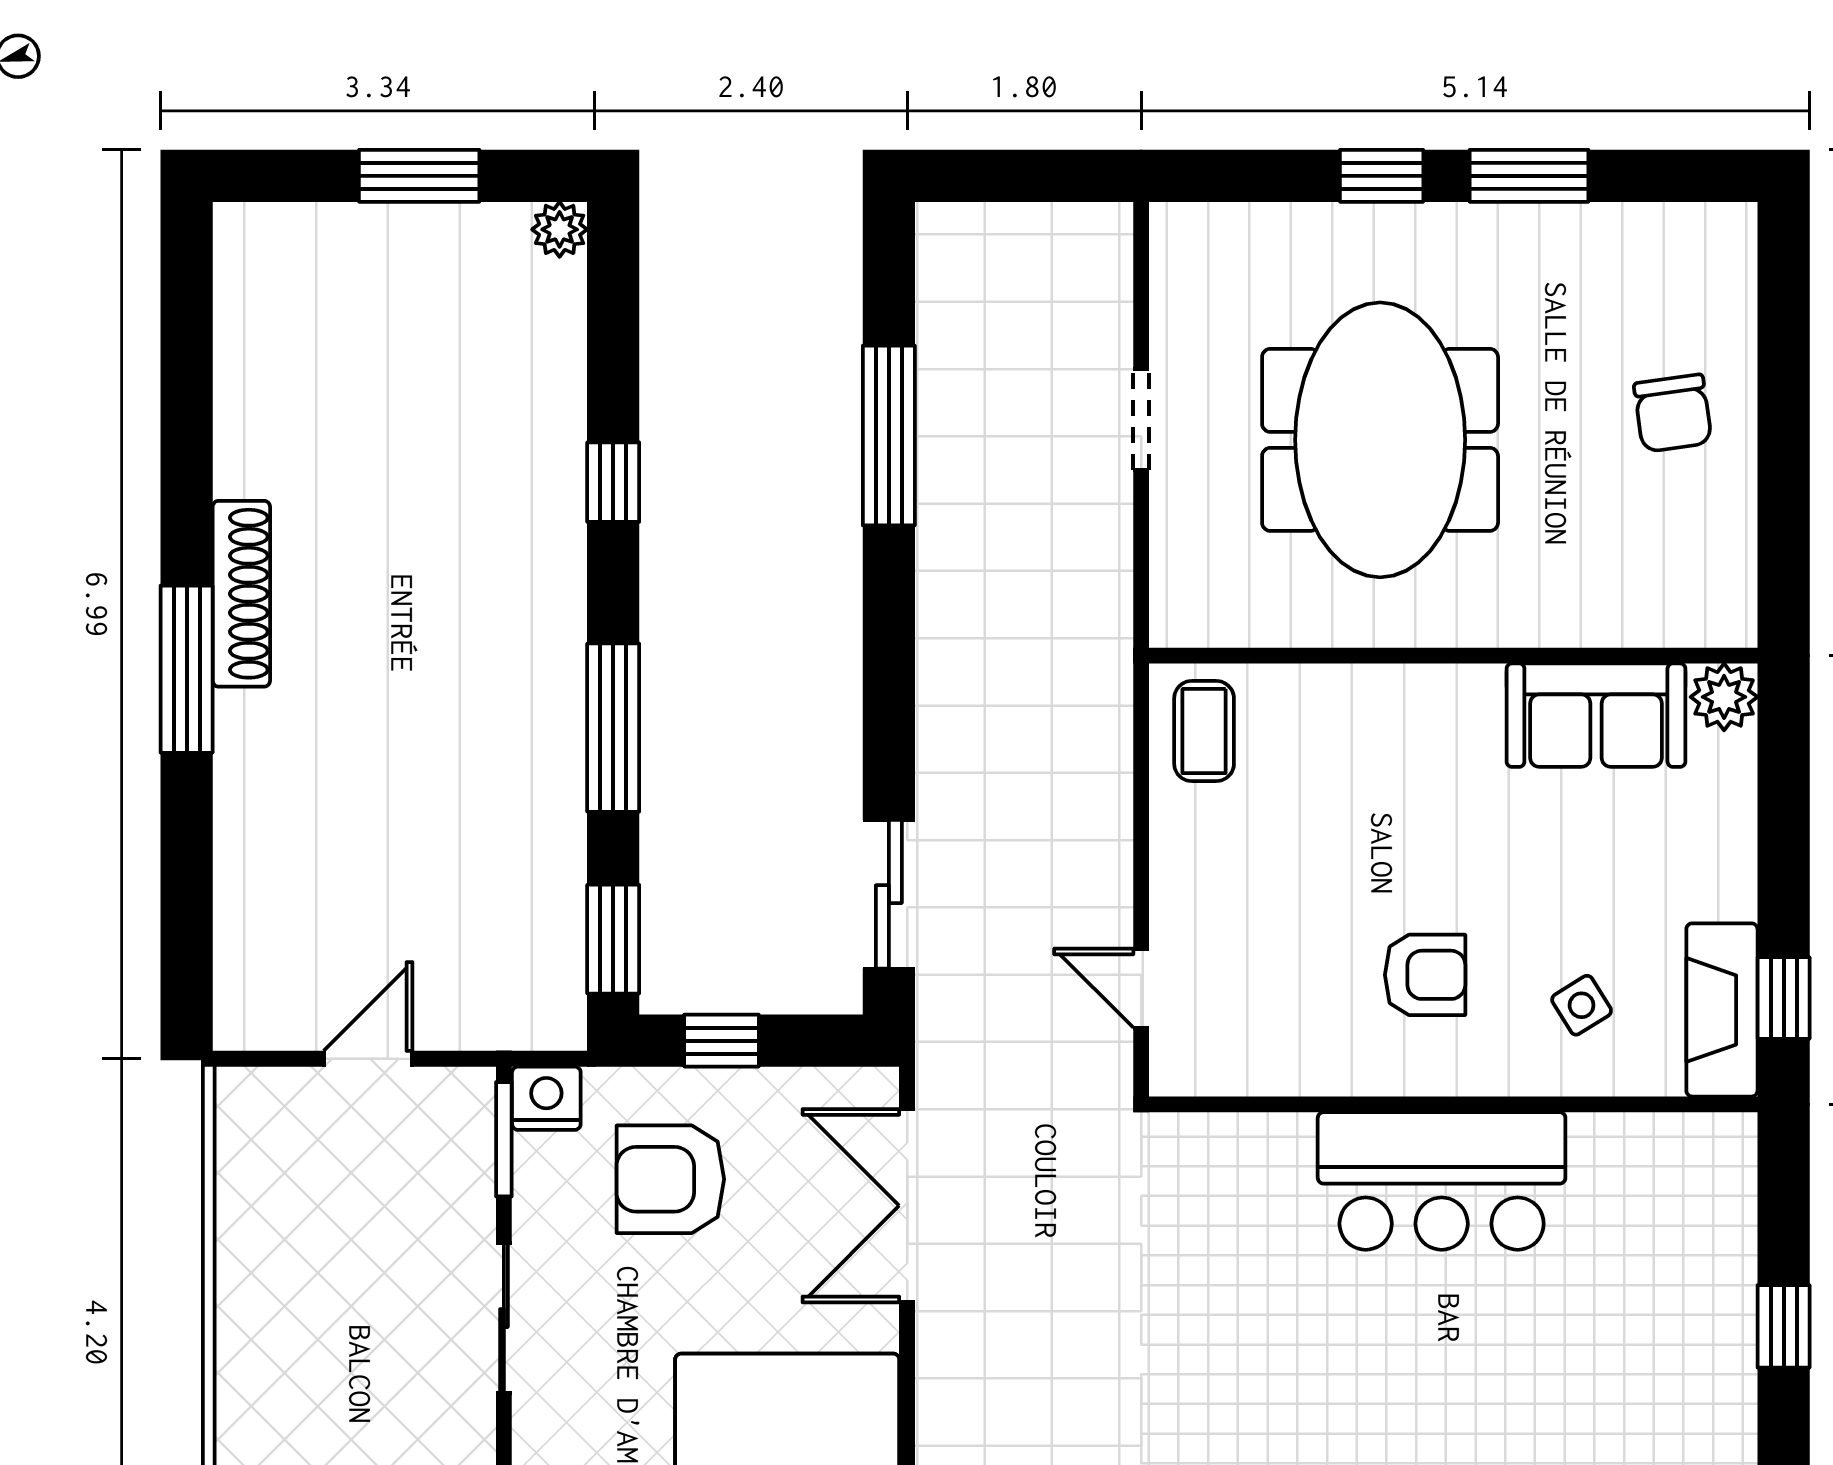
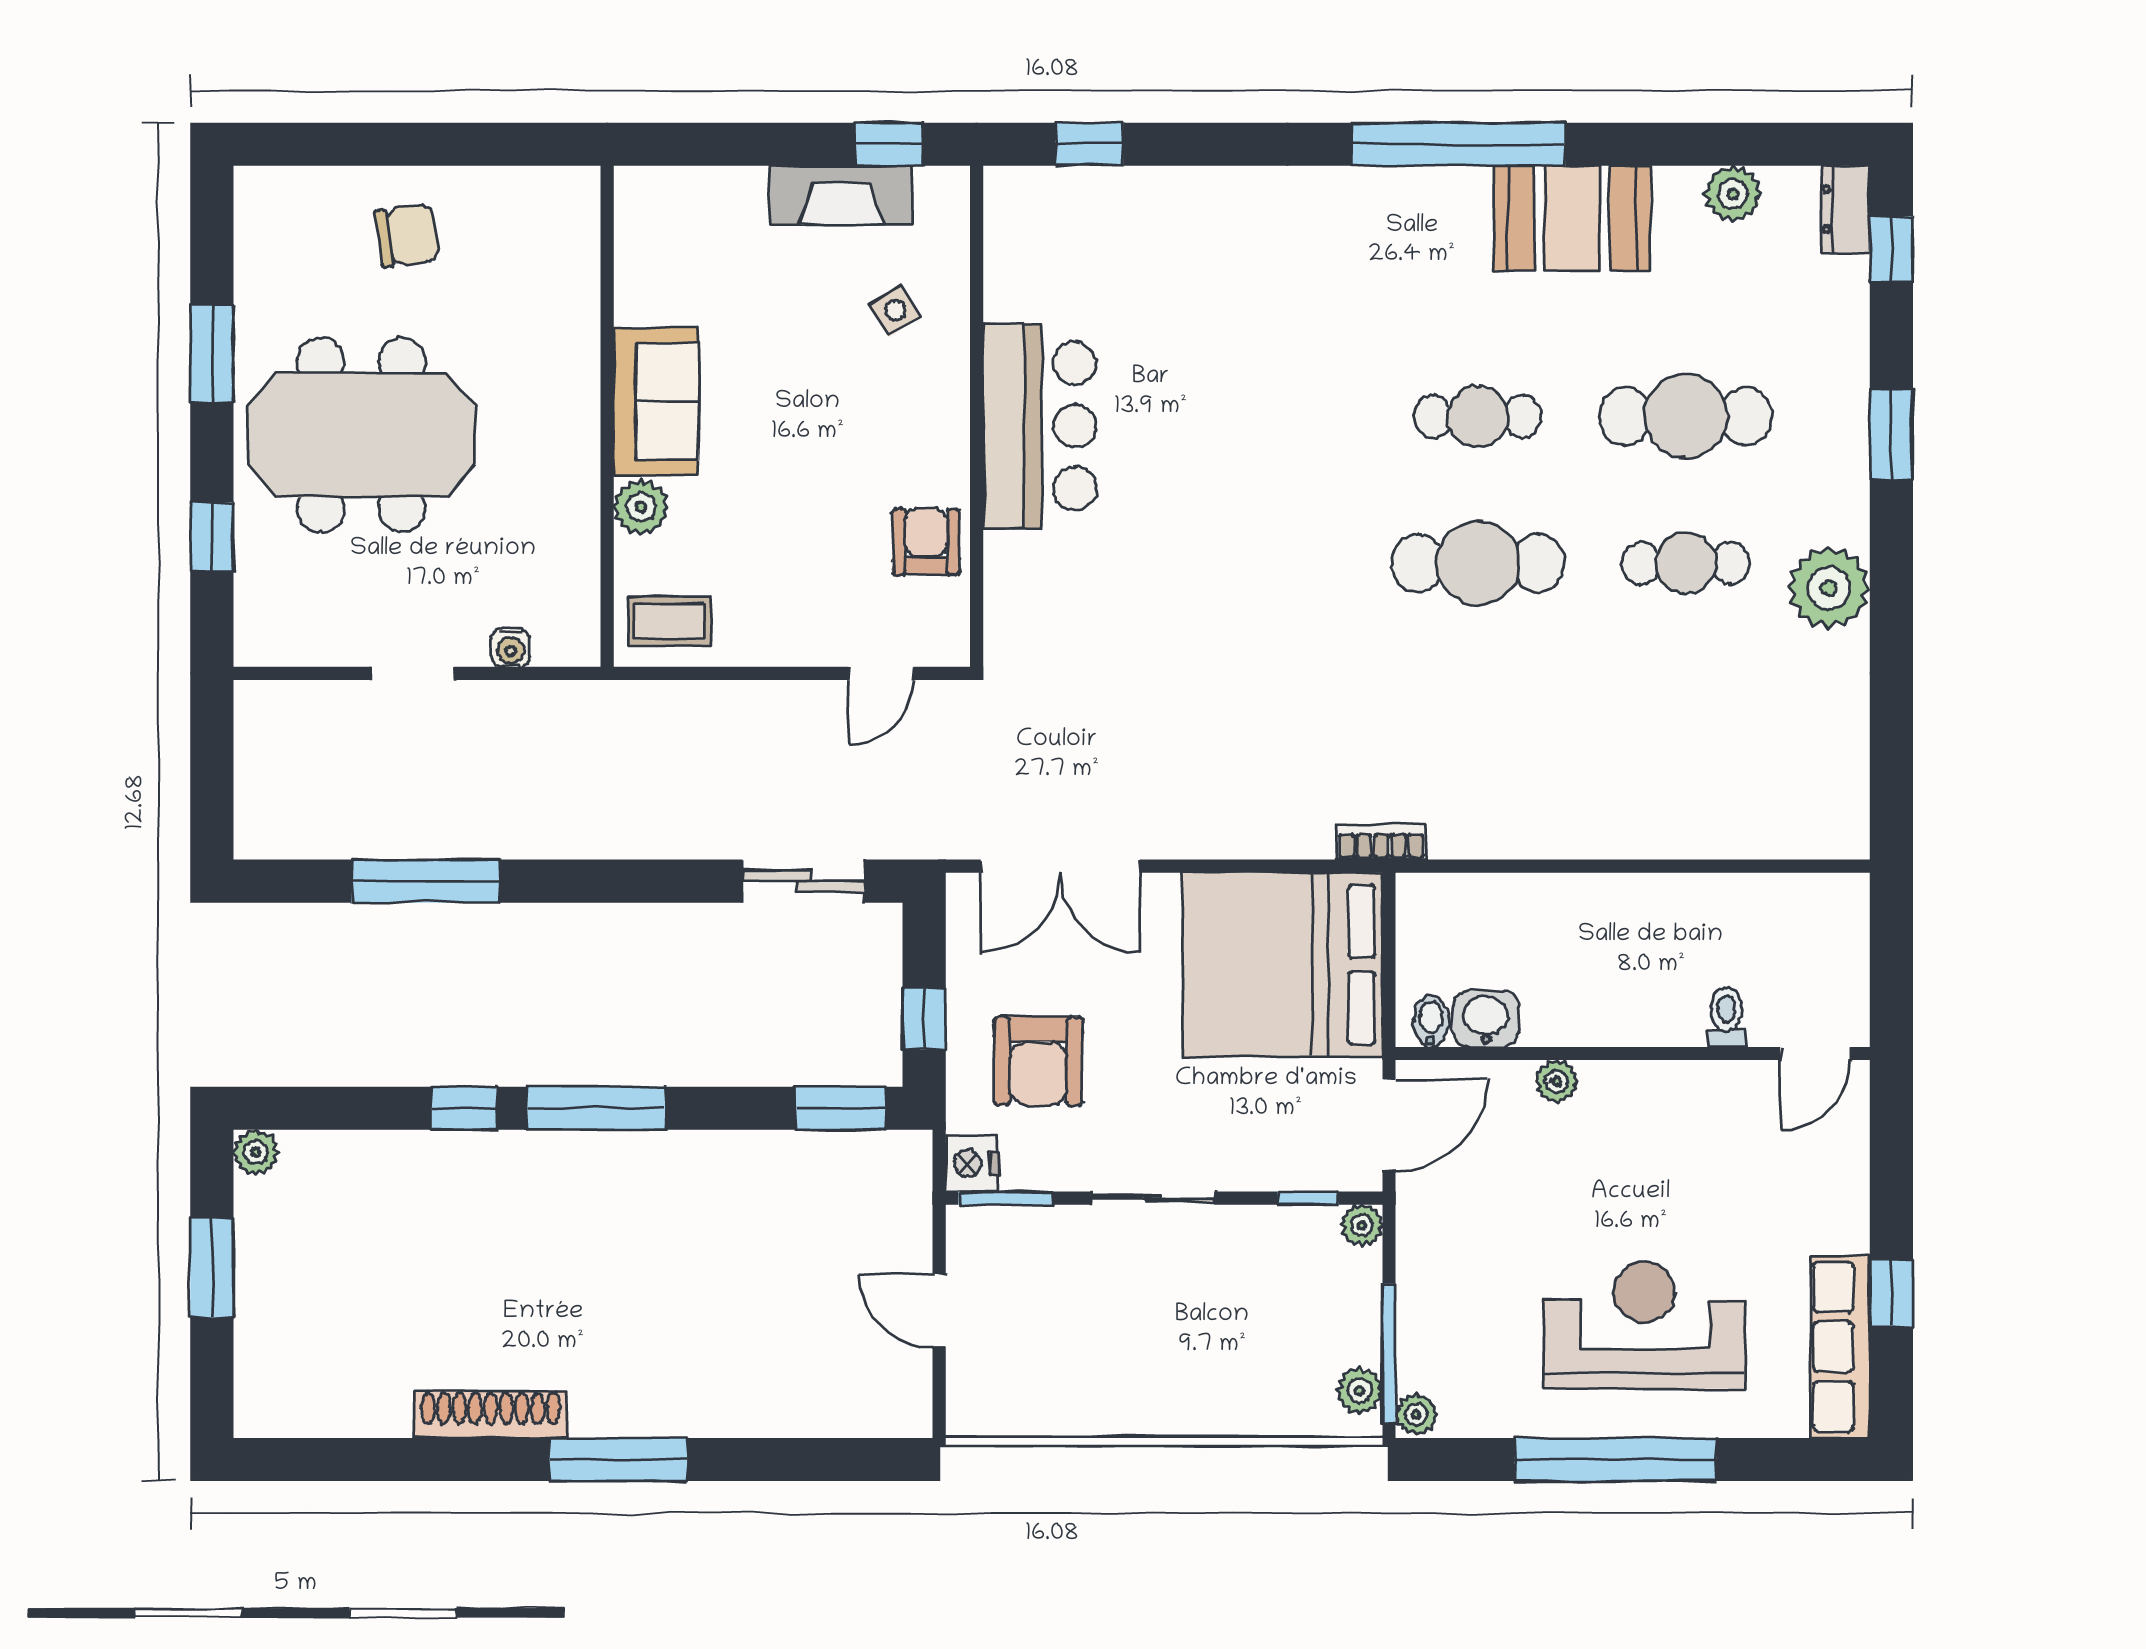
window: (1382, 176) -> (212, 537), moved
meeting table: (1380, 440) -> (361, 435), moved
water cooler: (1172, 538) -> (511, 648), added
shoe rack: (241, 594) -> (491, 1414), moved
plant: (1724, 697) -> (641, 507), moved
sofa: (1596, 715) -> (656, 402), moved
window: (613, 728) -> (596, 1108), moved
armchair: (1425, 975) -> (926, 542), moved
fireplace: (1722, 1010) -> (841, 195), moved
window: (1784, 1326) -> (1089, 144), moved

